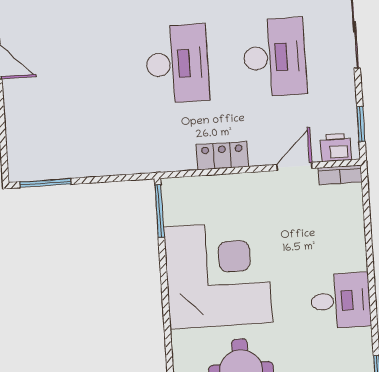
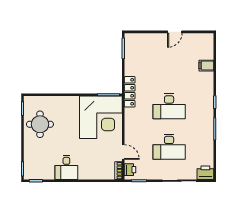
locker: (222, 156) -> (130, 92), moved, width x1.53
corner desk: (218, 275) -> (101, 117), moved

